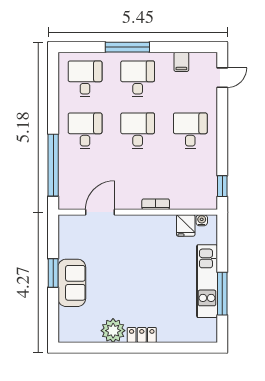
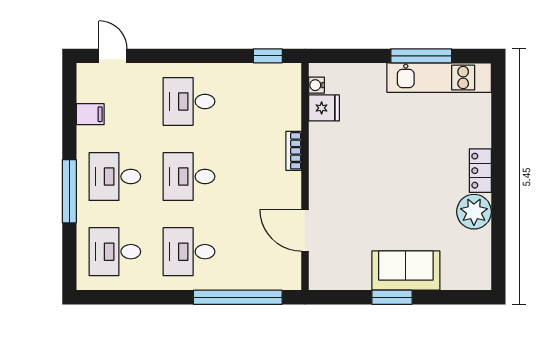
kitchen unit: (207, 281) -> (439, 78), moved

